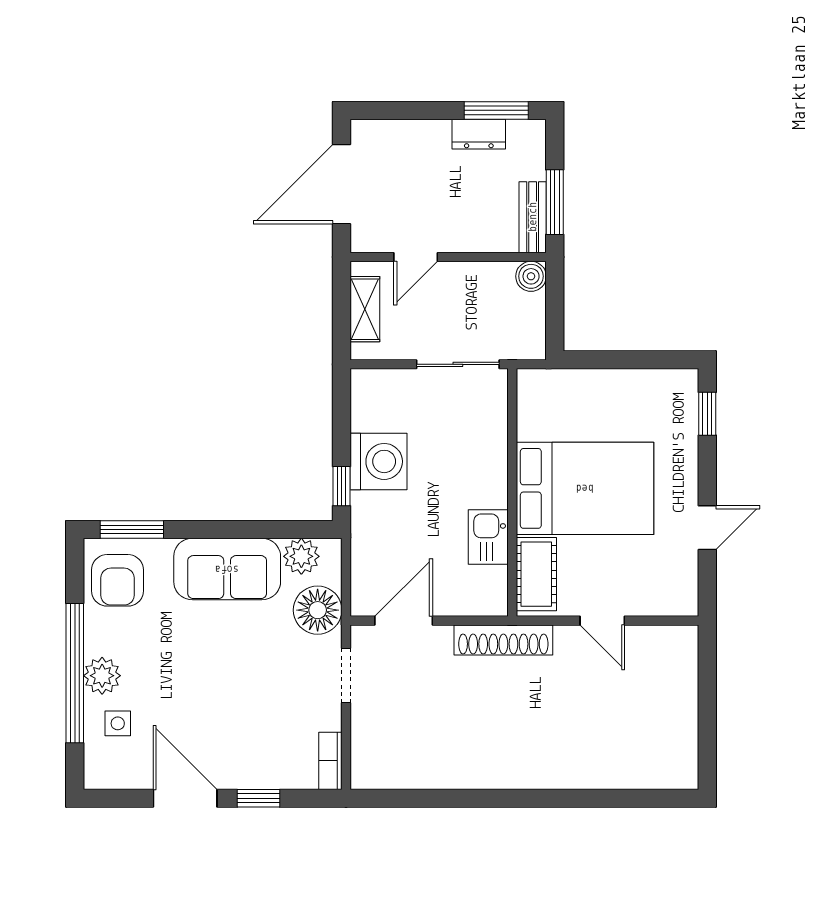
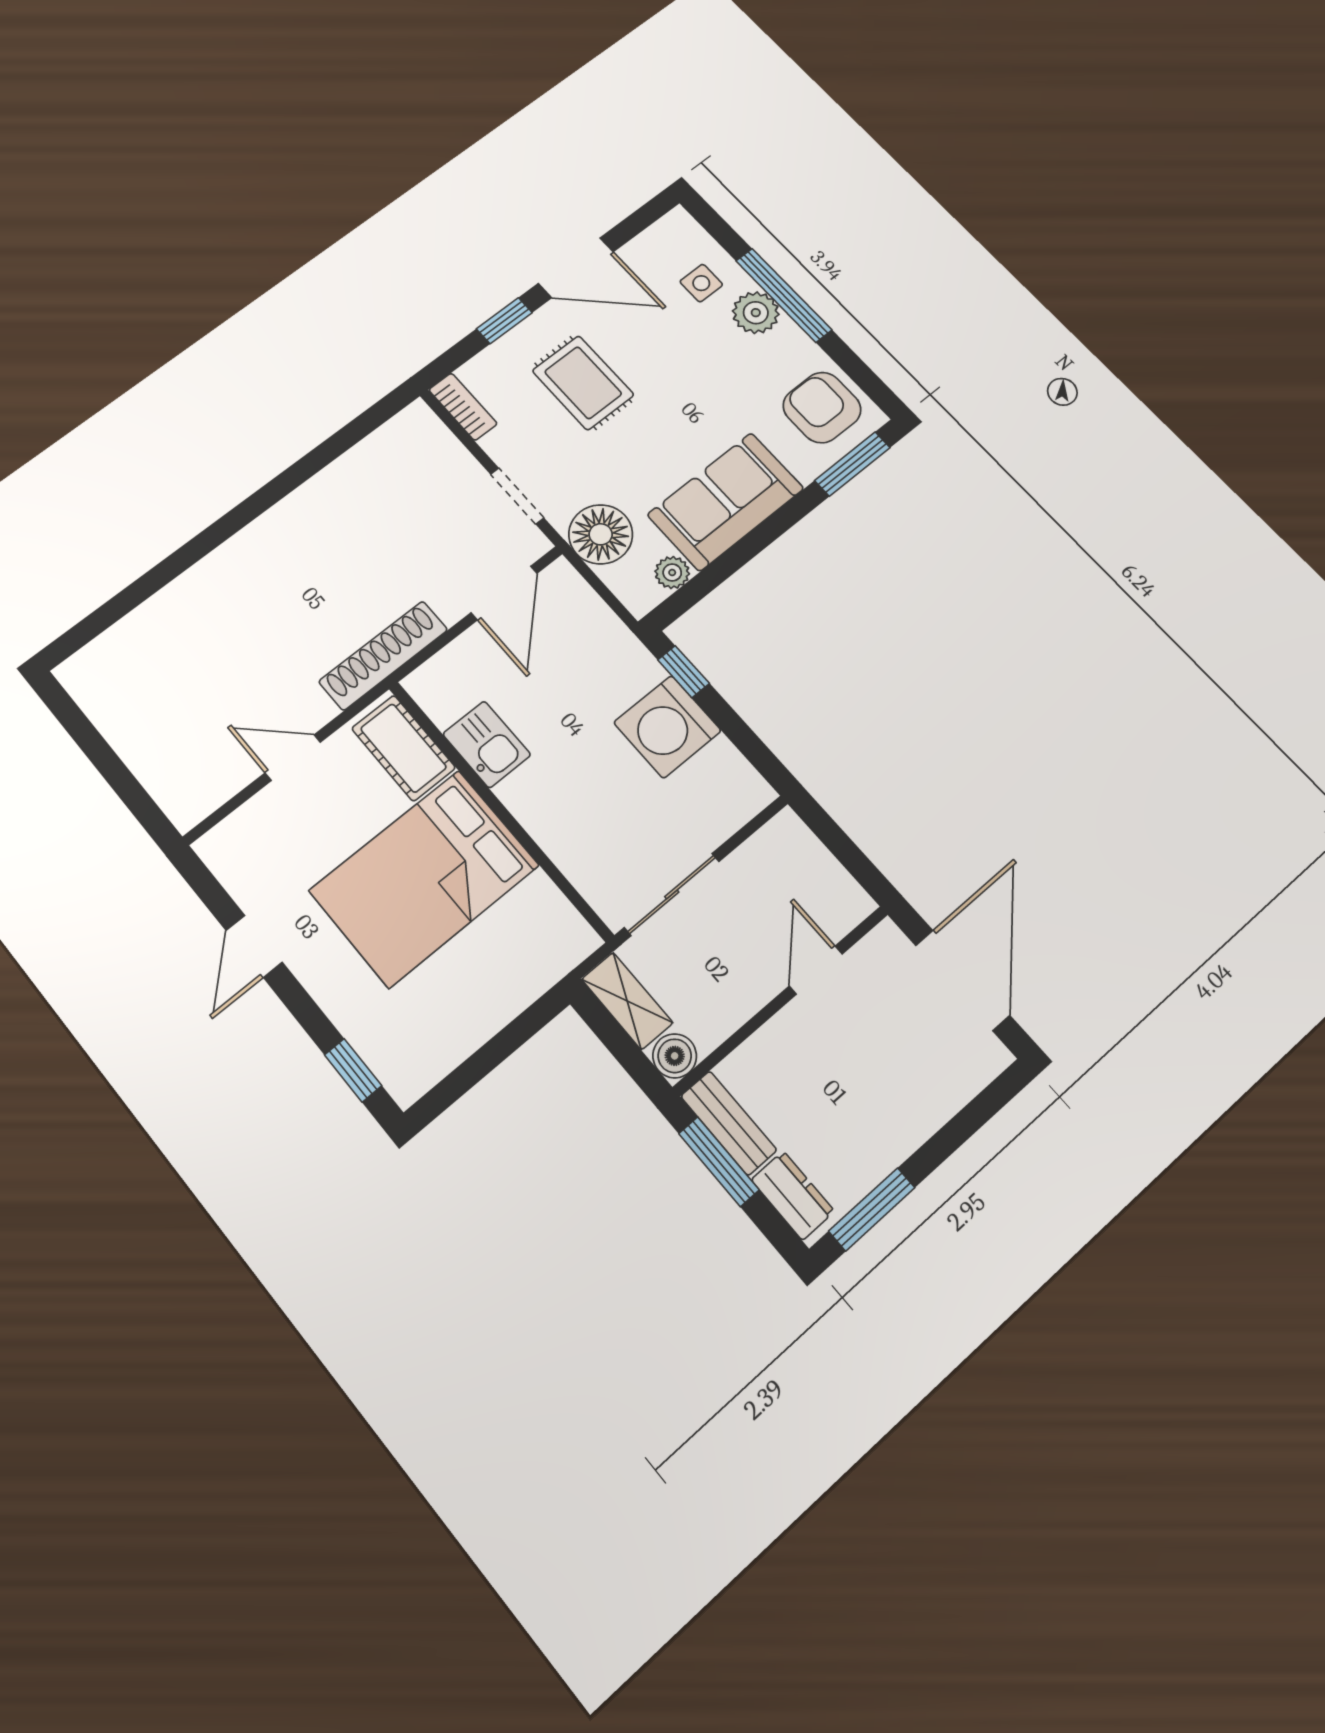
dresser: (479, 134) -> (793, 1195), moved, turned 90
shelving: (365, 309) -> (627, 1001), moved
plant: (301, 556) -> (672, 573), width x0.73, depth x0.73
window: (75, 673) -> (784, 295), width x0.68
rug: (246, 717) -> (583, 383), added

